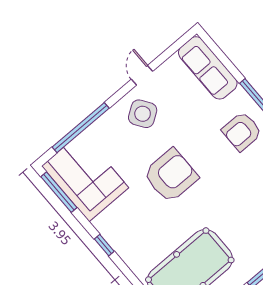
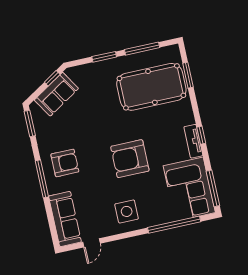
door: (142, 75) -> (92, 243), moved
side table: (143, 114) -> (127, 211), turned 34
tv unit: (110, 234) -> (193, 141), added

